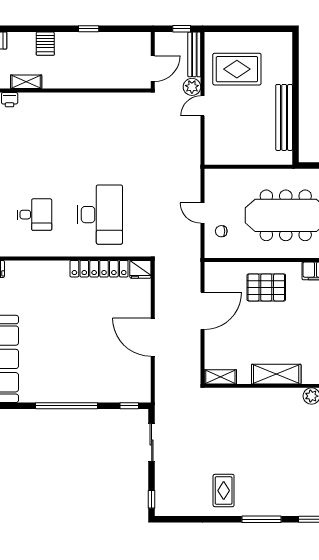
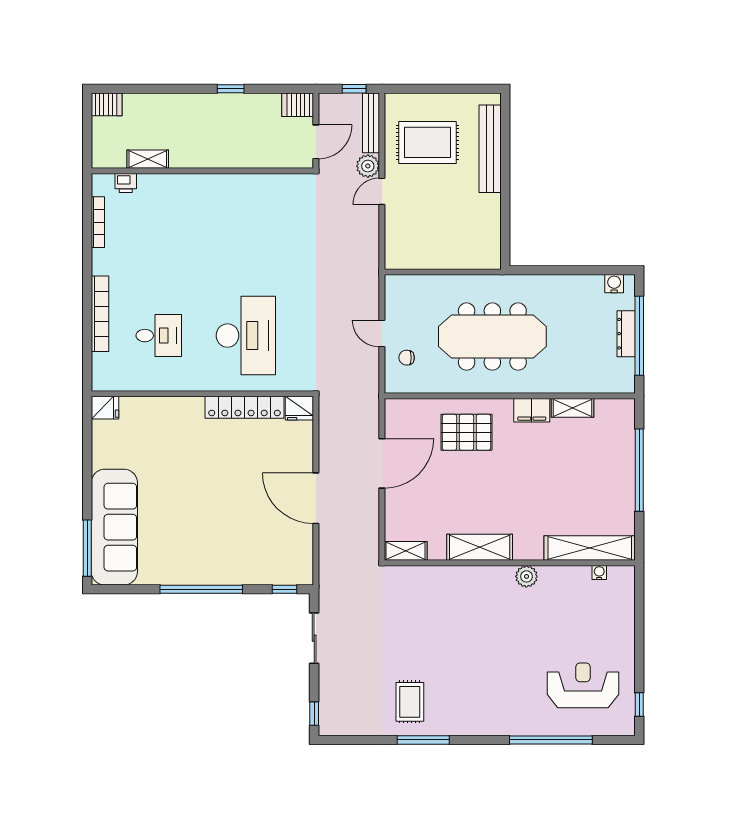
server rack: (45, 44) -> (298, 105), moved, turned 90
bench: (284, 117) -> (490, 149), moved
window: (261, 519) -> (423, 740), moved

